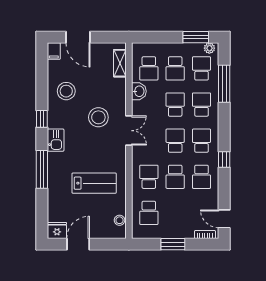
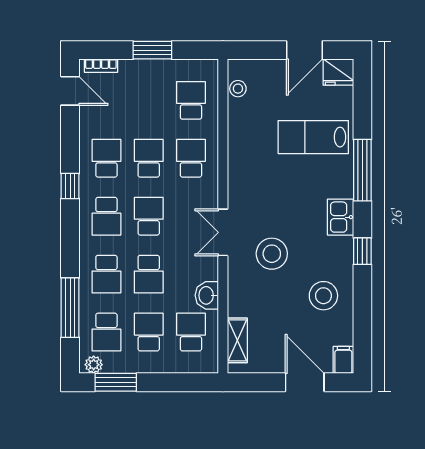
school desk: (175, 141) -> (149, 216), turned 180
school desk: (149, 177) -> (191, 158), turned 180
lab bench: (94, 183) -> (313, 137), moved

